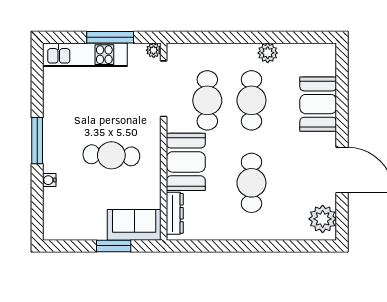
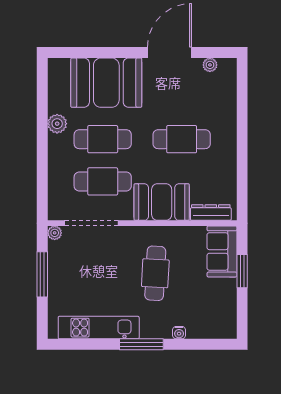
kitchen unit: (85, 55) -> (99, 328), moved, turned -90
booth: (318, 104) -> (106, 83), width x1.36, depth x1.42
plant: (323, 219) -> (210, 65), width x0.53, depth x0.53

